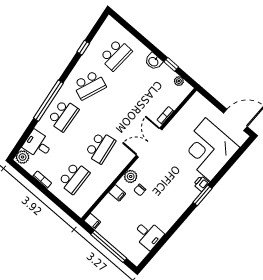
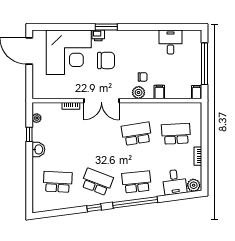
window: (83, 48) -> (94, 208), moved
chair: (177, 173) -> (106, 60), added

